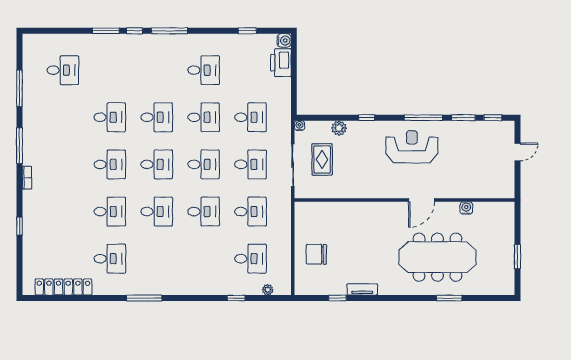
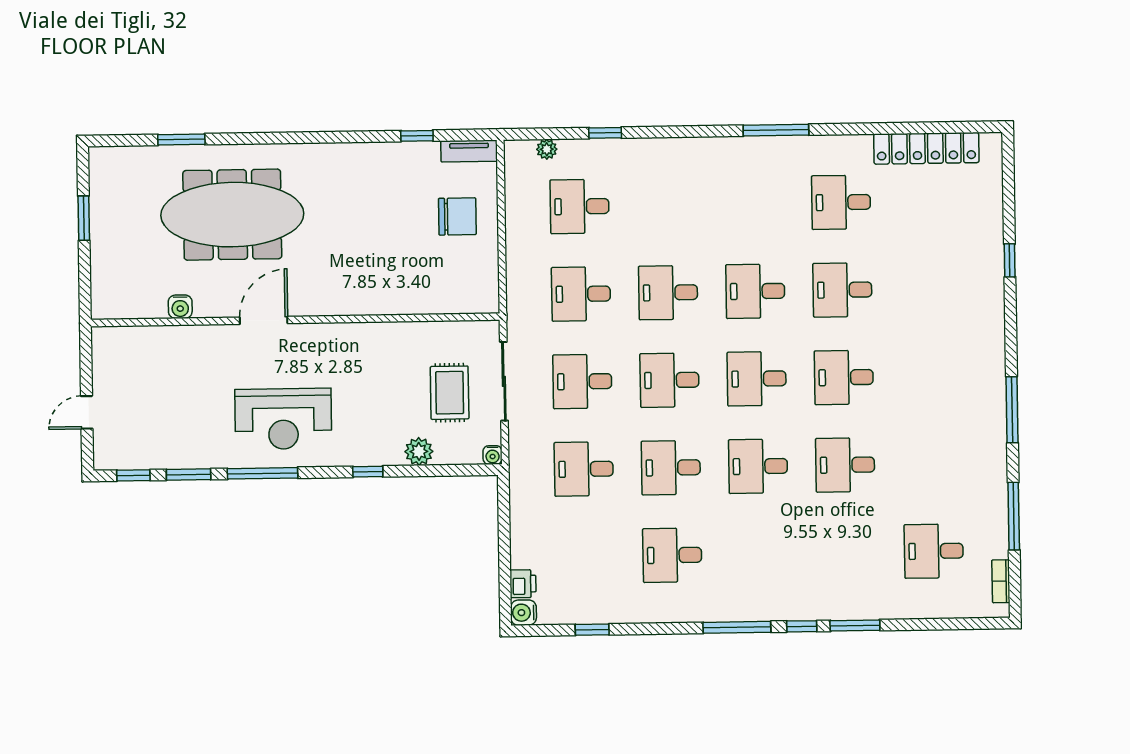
printer: (281, 63) -> (523, 584), width x0.53, depth x0.68
bookcase: (27, 178) -> (1001, 581), moved
tv unit: (362, 289) -> (469, 151), moved
window: (449, 298) -> (181, 140), moved

